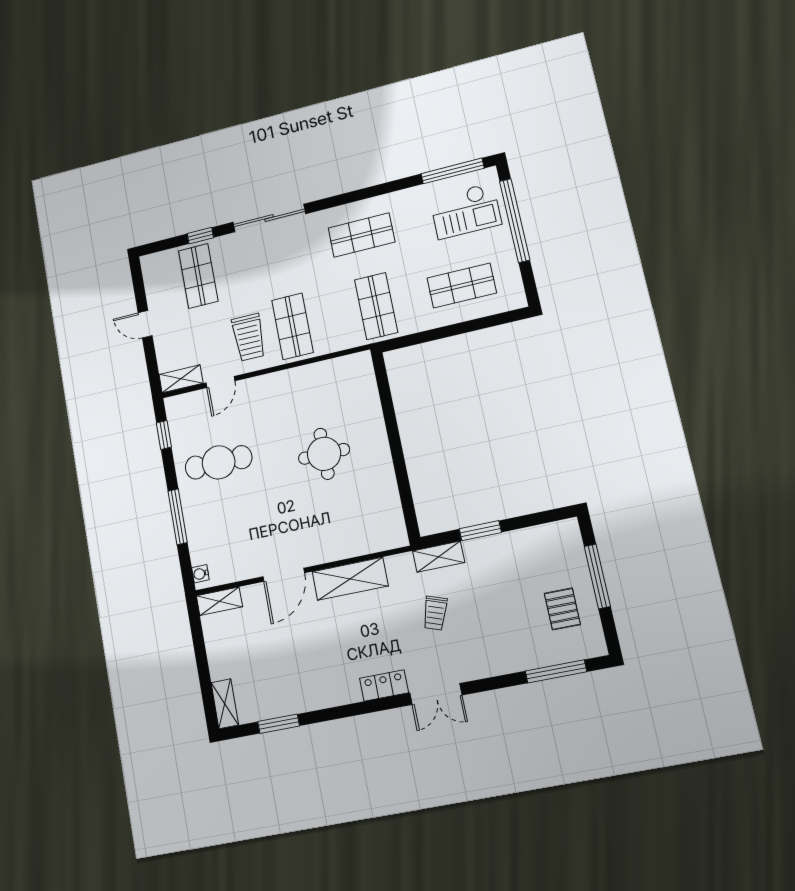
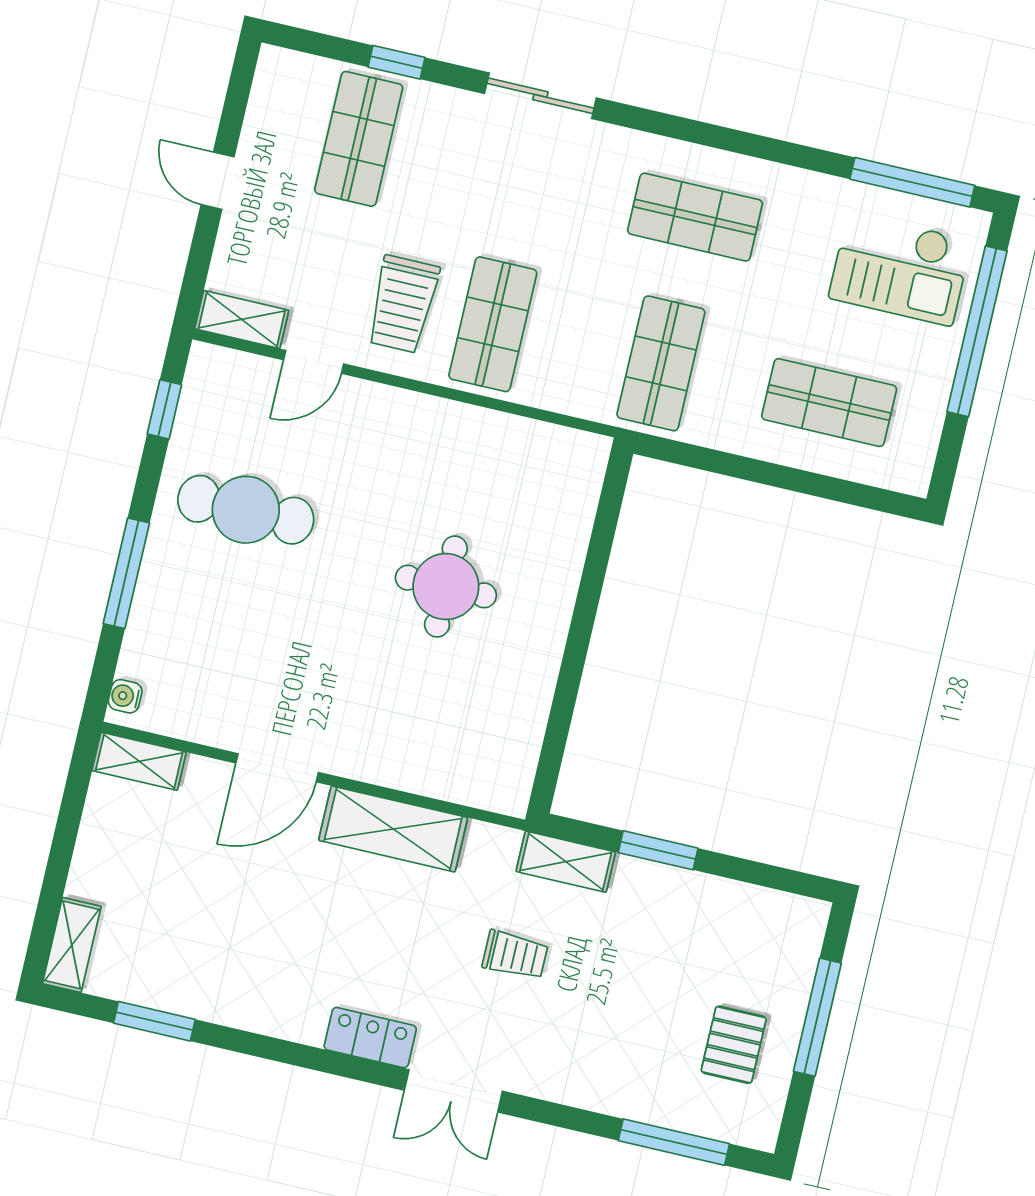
sliding door: (269, 218) -> (540, 96), width x0.73
trolley: (435, 613) -> (515, 955), turned -109

